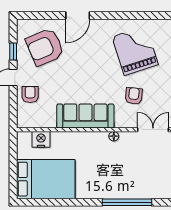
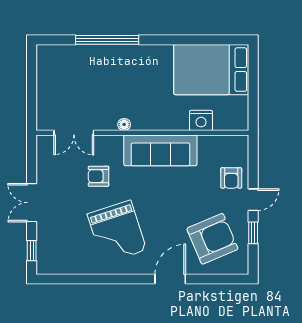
grand piano: (135, 51) -> (117, 232), moved
armchair: (134, 96) -> (99, 176), turned 84
nightstand: (41, 139) -> (201, 120), moved

